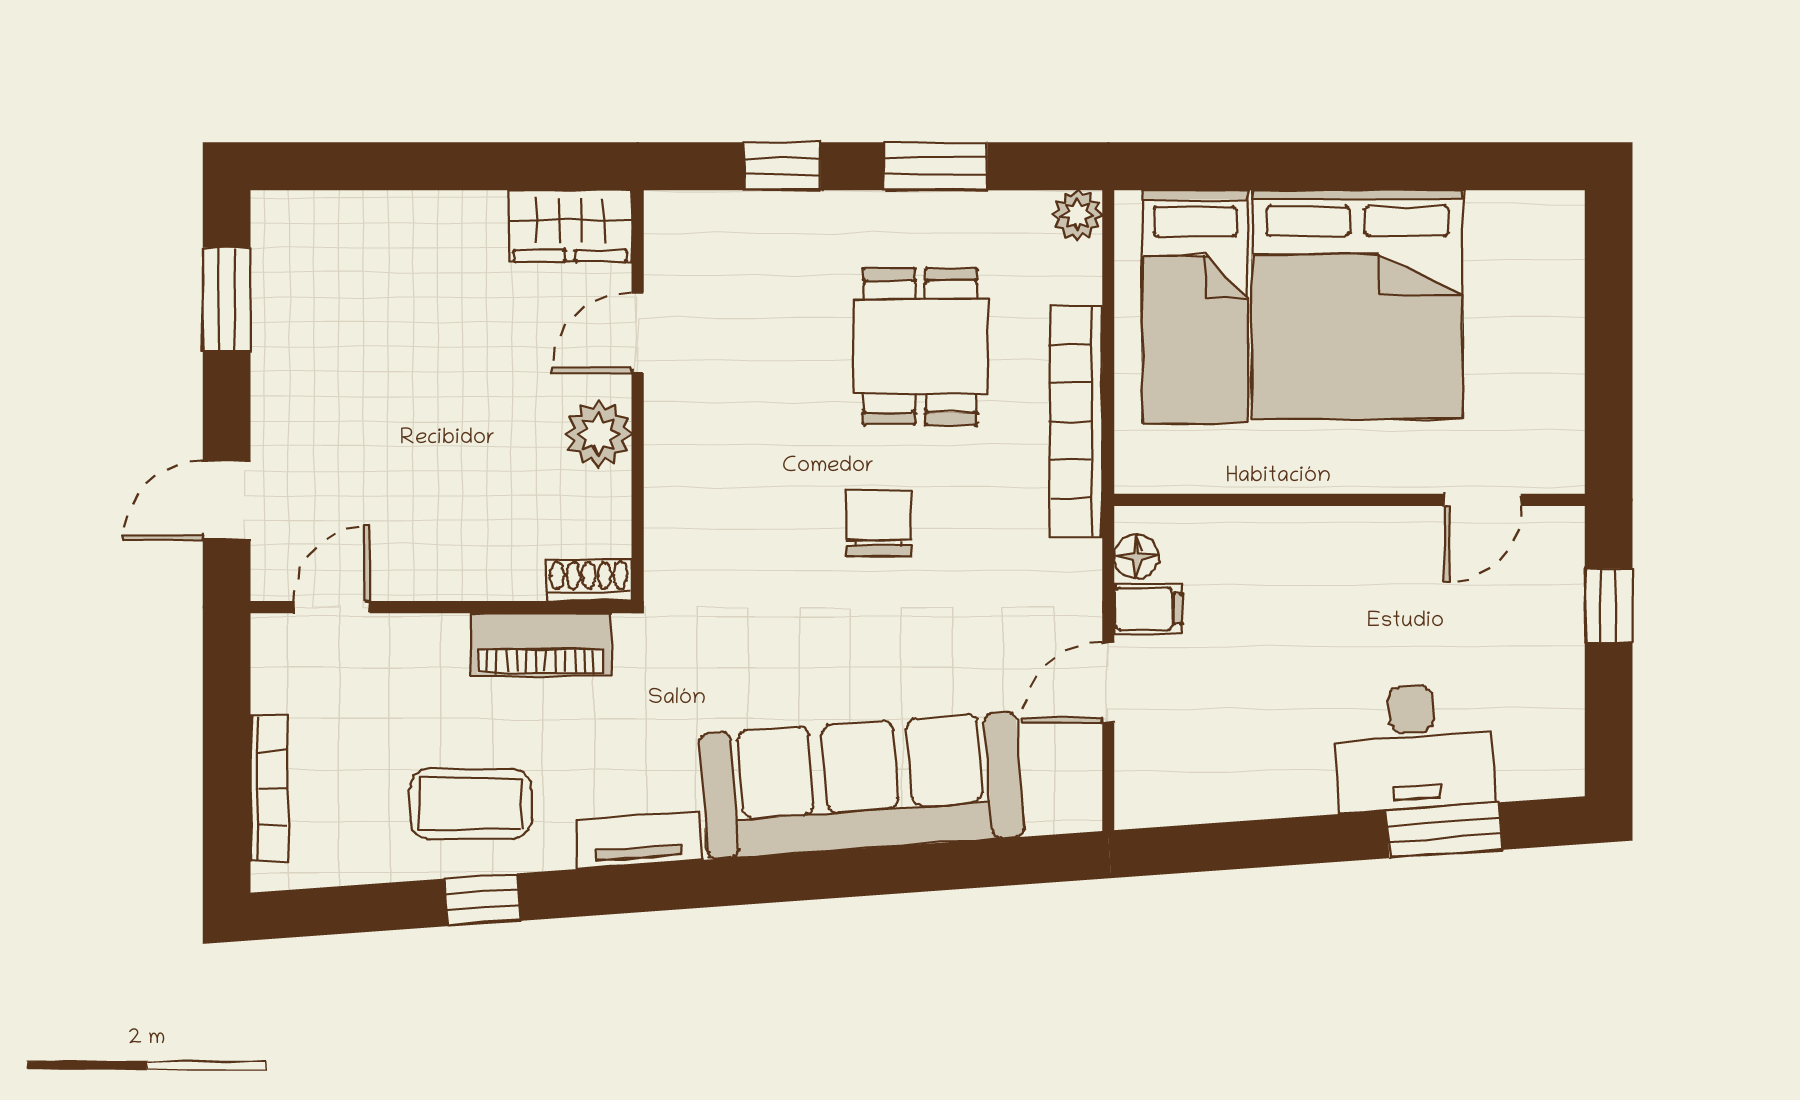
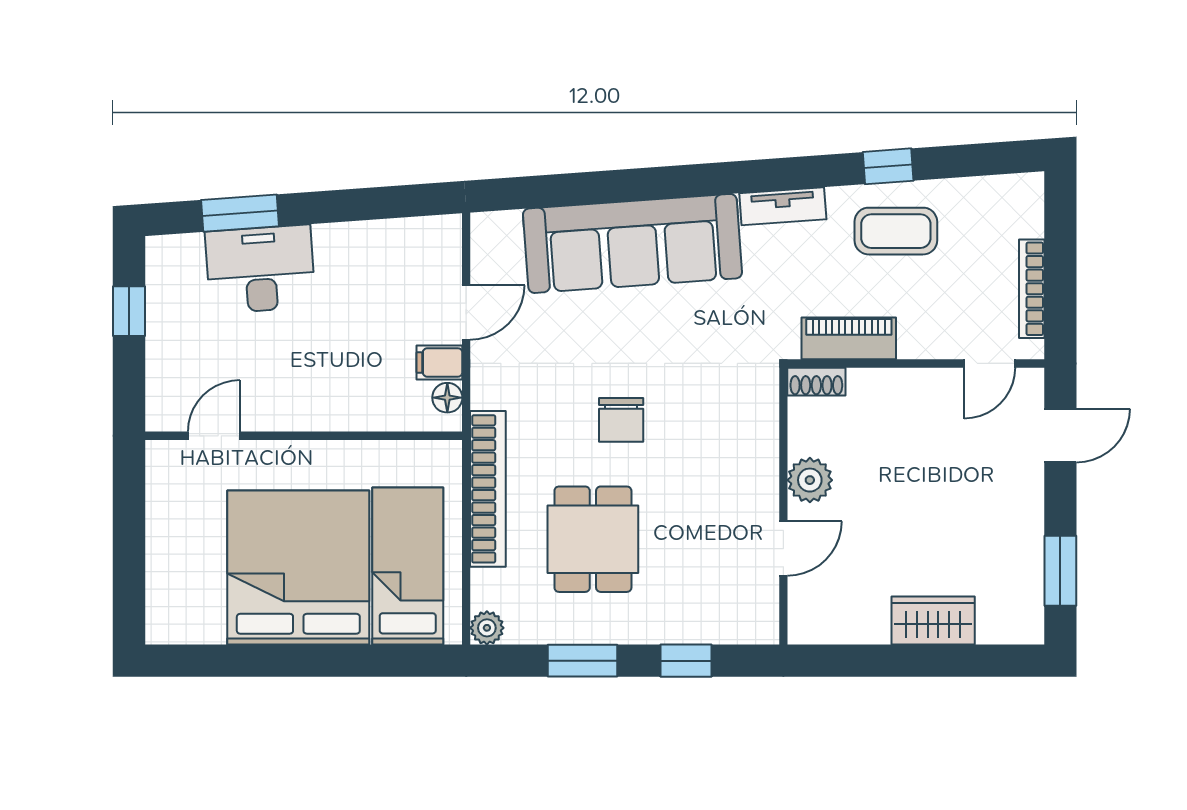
wardrobe: (570, 226) -> (933, 620), moved
window: (1609, 605) -> (129, 311), moved
bookcase: (269, 788) -> (1032, 289), moved

